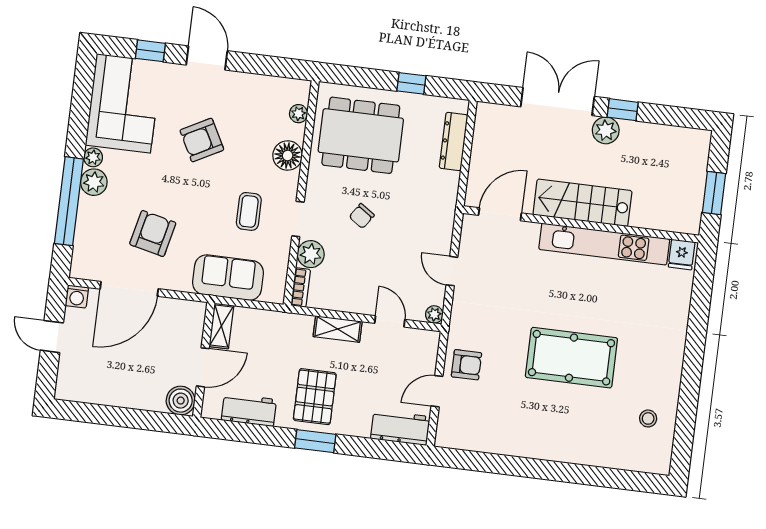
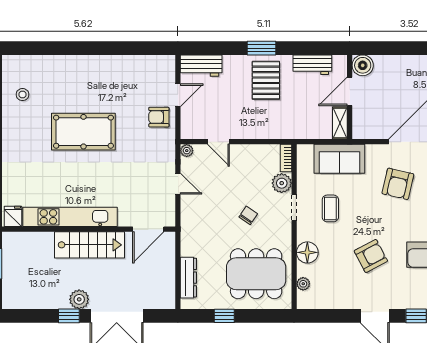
shelving: (338, 329) -> (255, 131), removed

